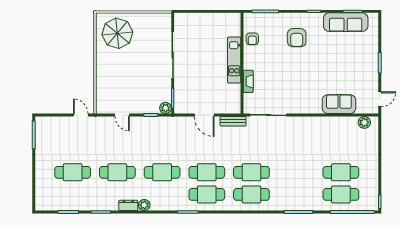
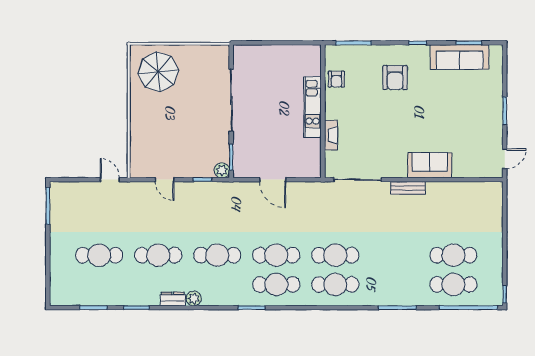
sofa: (339, 104) -> (430, 165), moved
bench: (233, 121) -> (408, 188), moved
plant: (364, 122) -> (484, 189), removed

